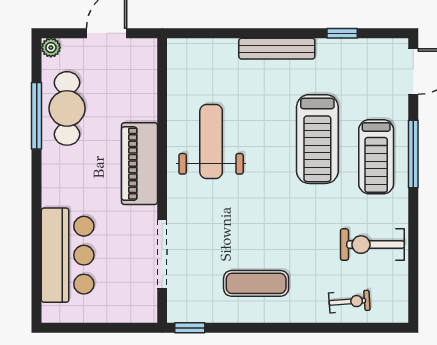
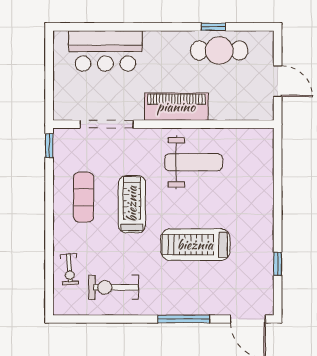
plant: (51, 48) -> (266, 38), removed
bench: (277, 49) -> (266, 213), removed
window: (37, 116) -> (213, 27), width x0.46
treadmill: (376, 157) -> (132, 204), moved, turned 90
exercise bike: (372, 245) -> (114, 287), turned -90

